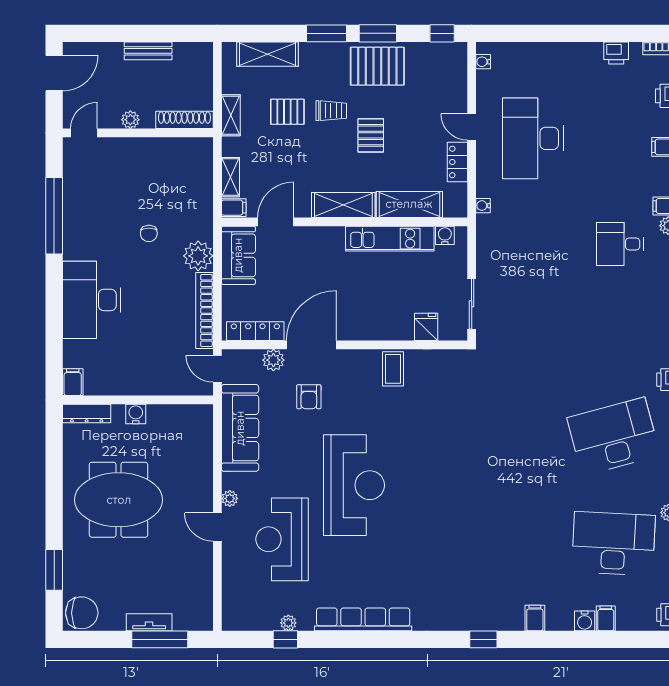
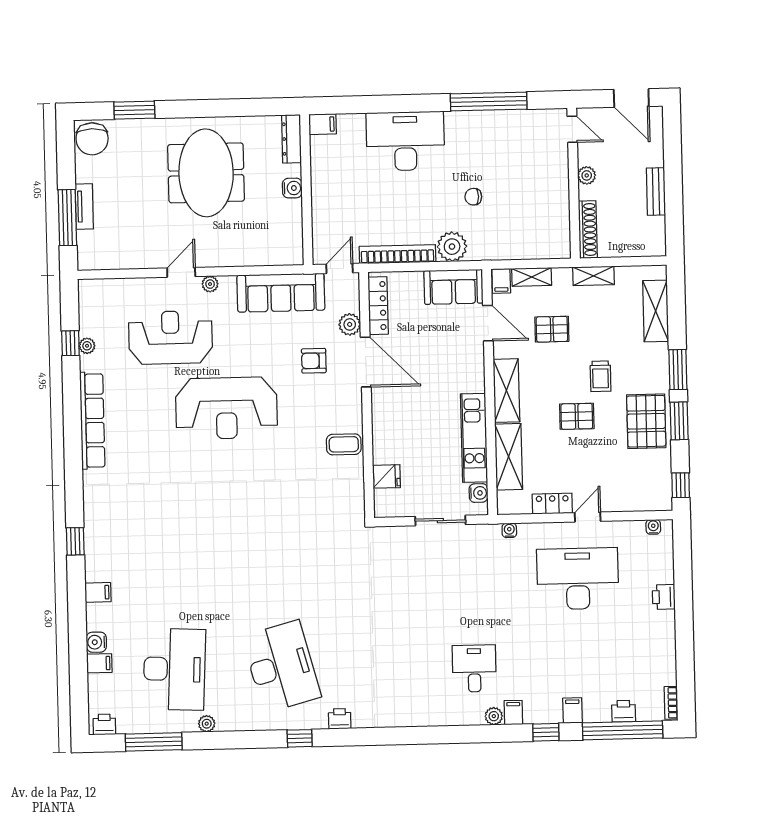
printer: (616, 53) -> (664, 597), moved
pallet: (287, 112) -> (552, 329), moved, turned 90
sliding door: (472, 304) -> (440, 521), moved

